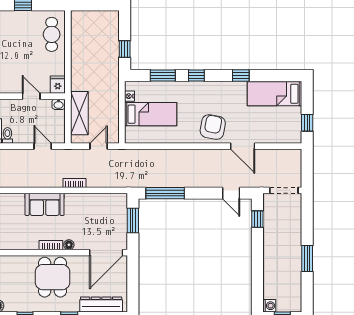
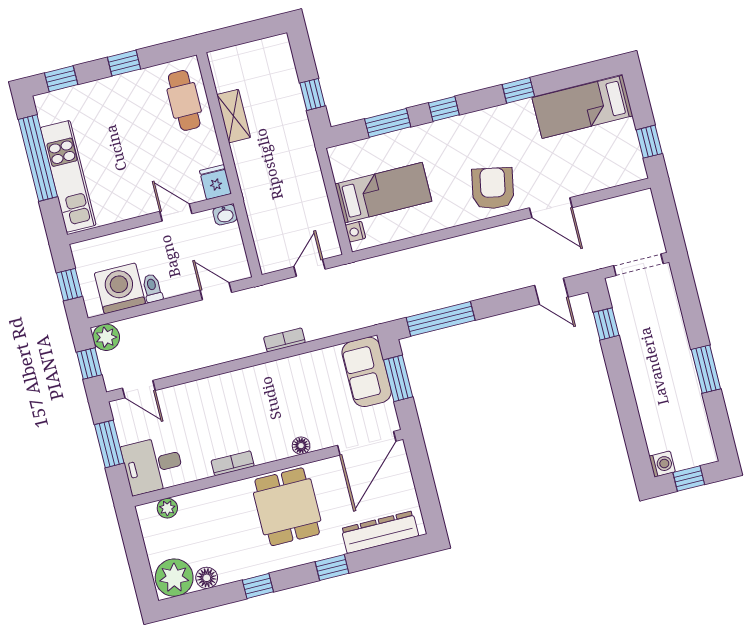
nightstand: (129, 96) -> (355, 232), moved
shelving: (79, 113) -> (234, 116), moved, width x0.67, depth x0.75
sofa: (45, 204) -> (367, 372), moved, turned 90
bookcase: (51, 245) -> (233, 463), moved

